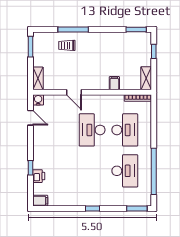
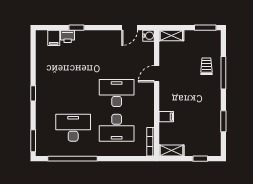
window: (136, 29) -> (223, 121), moved
desk: (125, 171) -> (73, 128), turned 180
filing cabinet: (40, 201) -> (54, 38), moved

